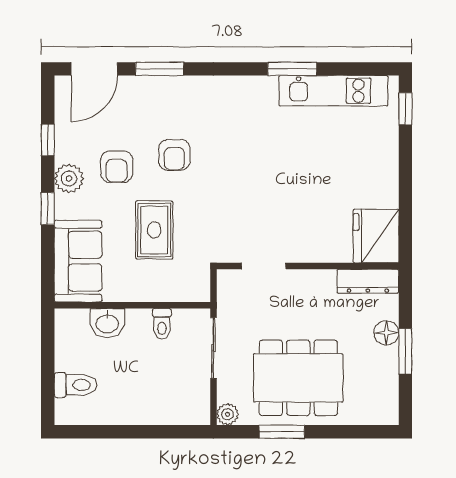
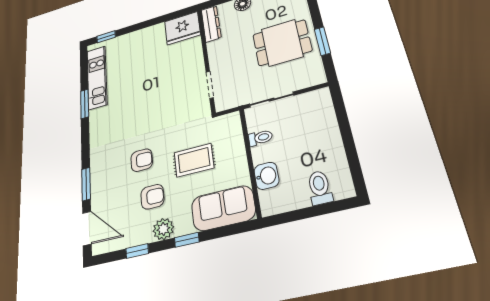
dining table: (298, 378) -> (282, 43), width x0.73
plant: (228, 414) -> (318, 78), removed

